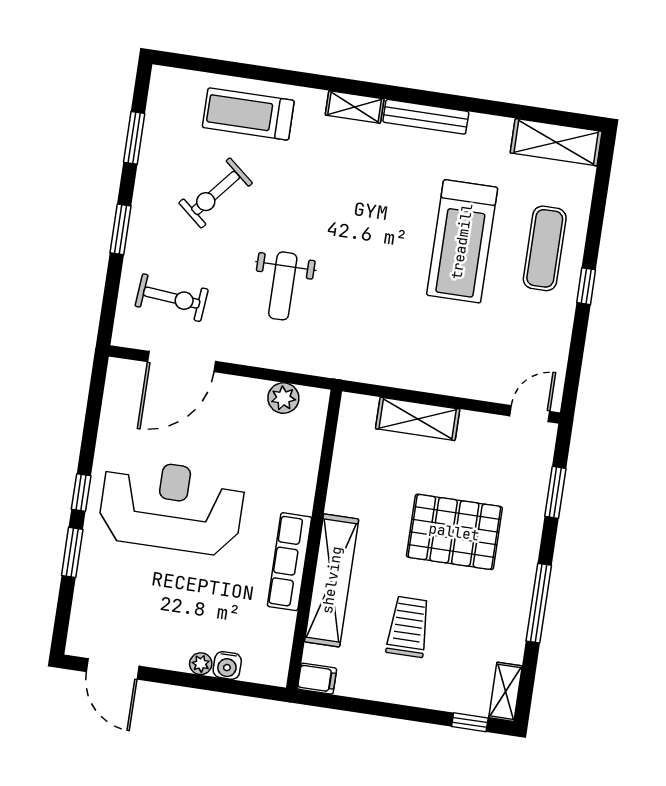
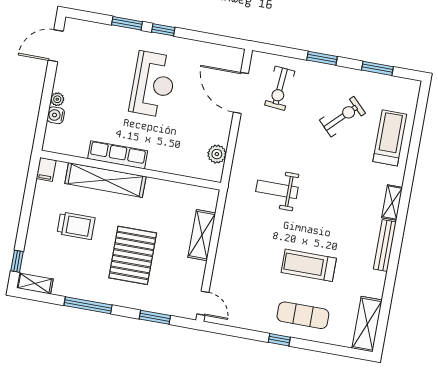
exercise bike: (216, 193) -> (342, 117), turned 95
treadmill: (462, 241) -> (309, 265), width x0.73, depth x0.73
weight bench: (283, 286) -> (277, 189), moved
reception desk: (171, 507) -> (153, 84), width x0.74, depth x0.77

